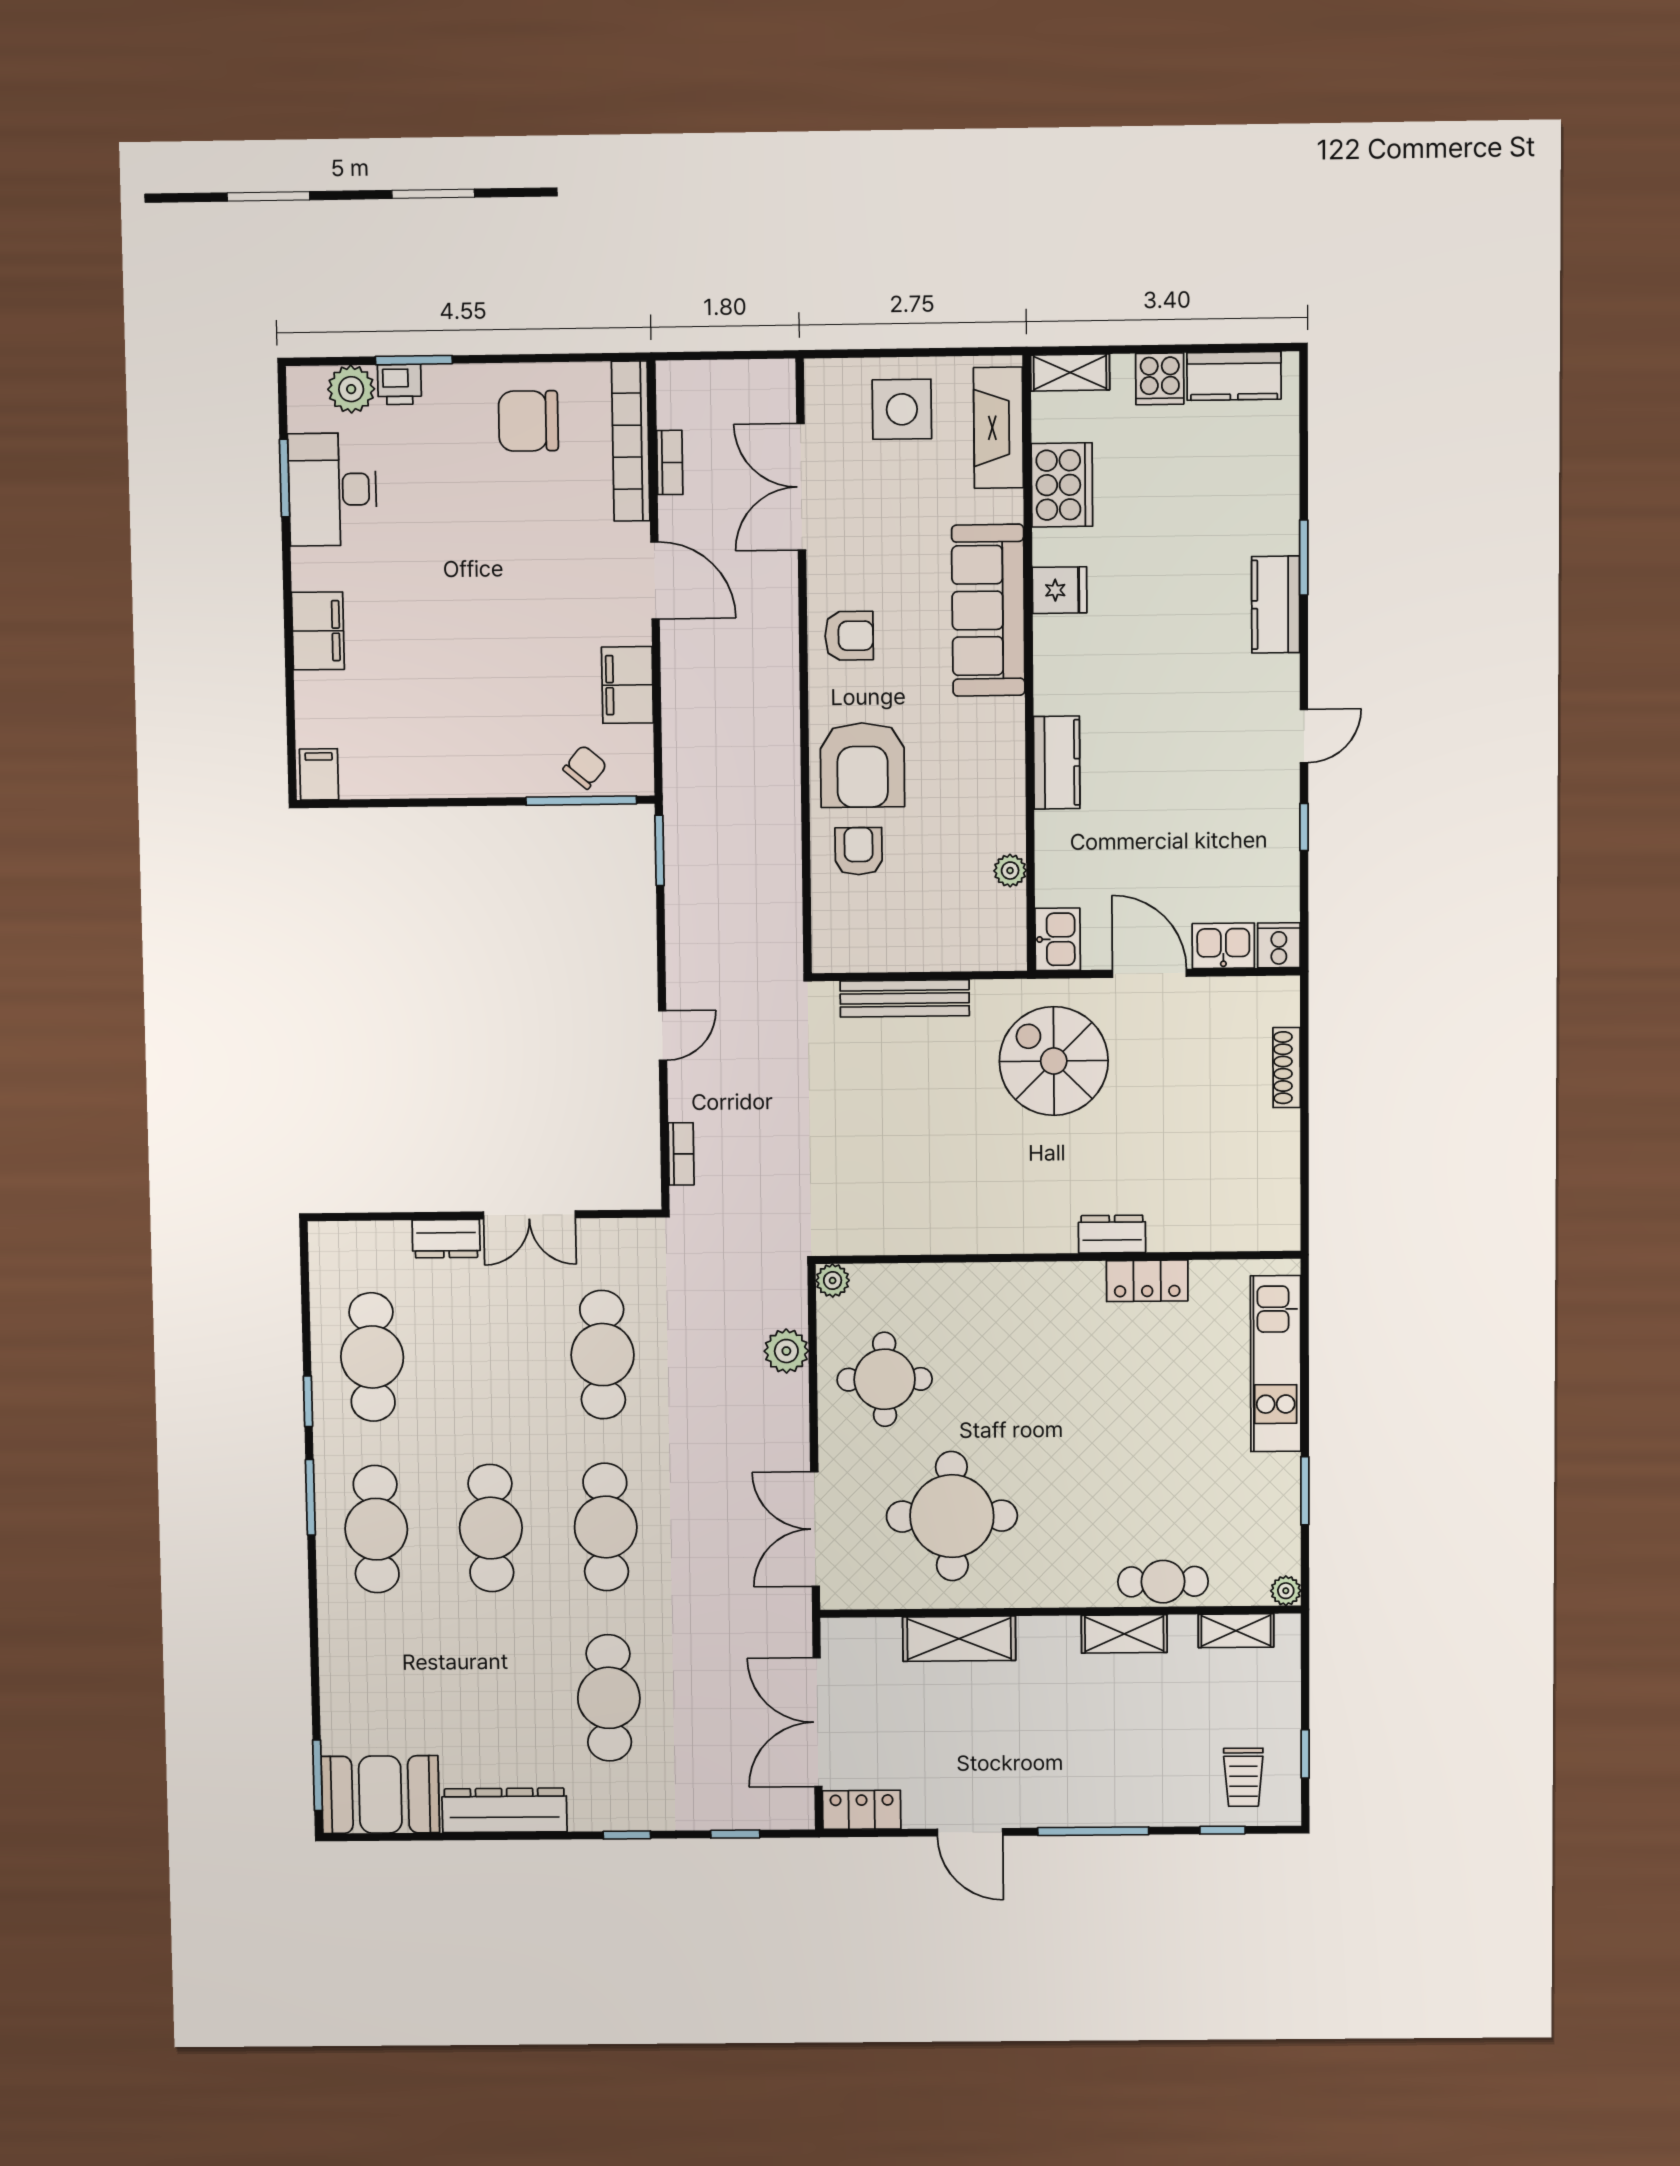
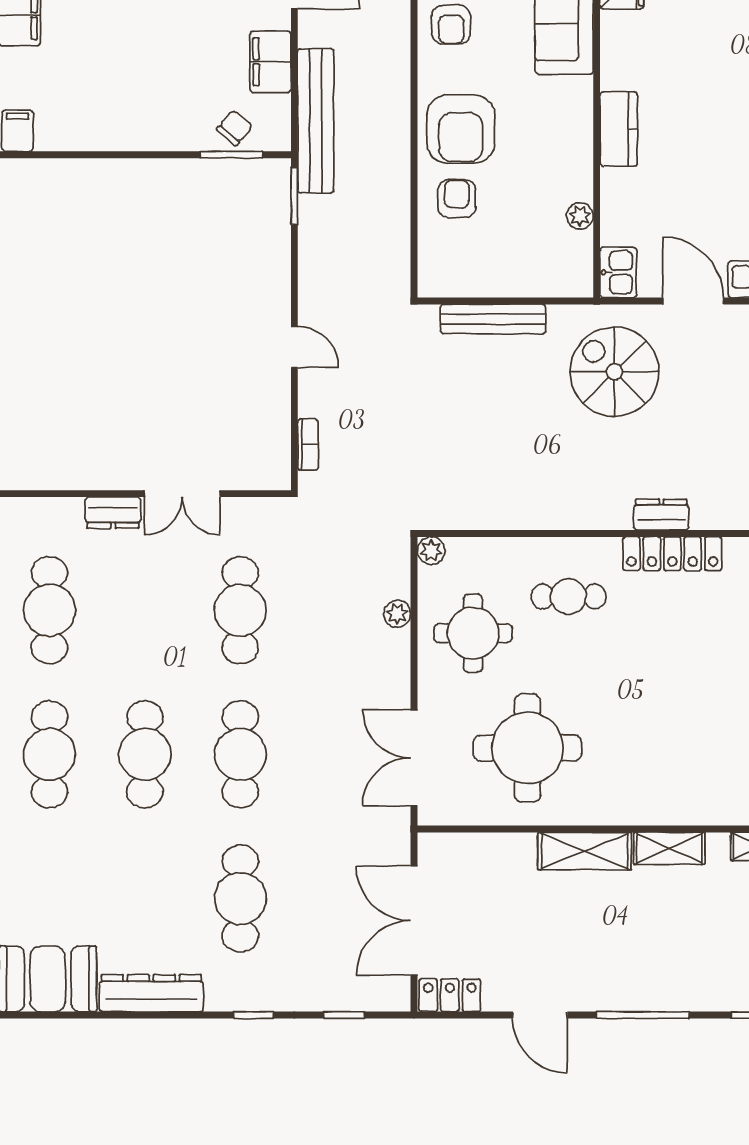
armchair: (849, 636) -> (451, 25), turned 90
bench: (684, 757) -> (316, 121), added
window: (581, 801) -> (231, 155), width x0.69
door: (663, 1035) -> (294, 347), hinge flipped
locker: (1147, 1281) -> (672, 554), width x1.53
plant: (786, 1351) -> (397, 614), width x0.73, depth x0.73
cafe table: (1163, 1582) -> (569, 596), moved
shelving: (959, 1639) -> (585, 851), moved

